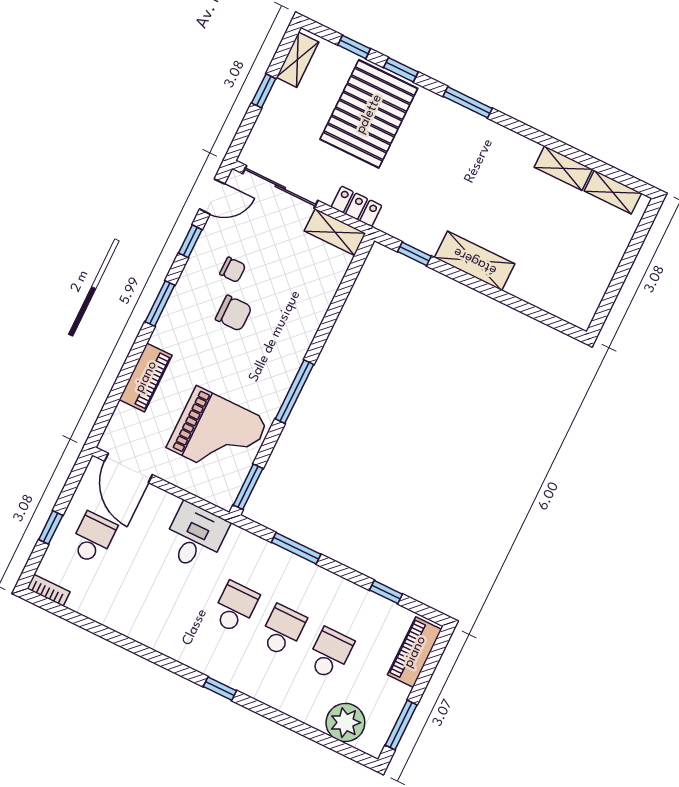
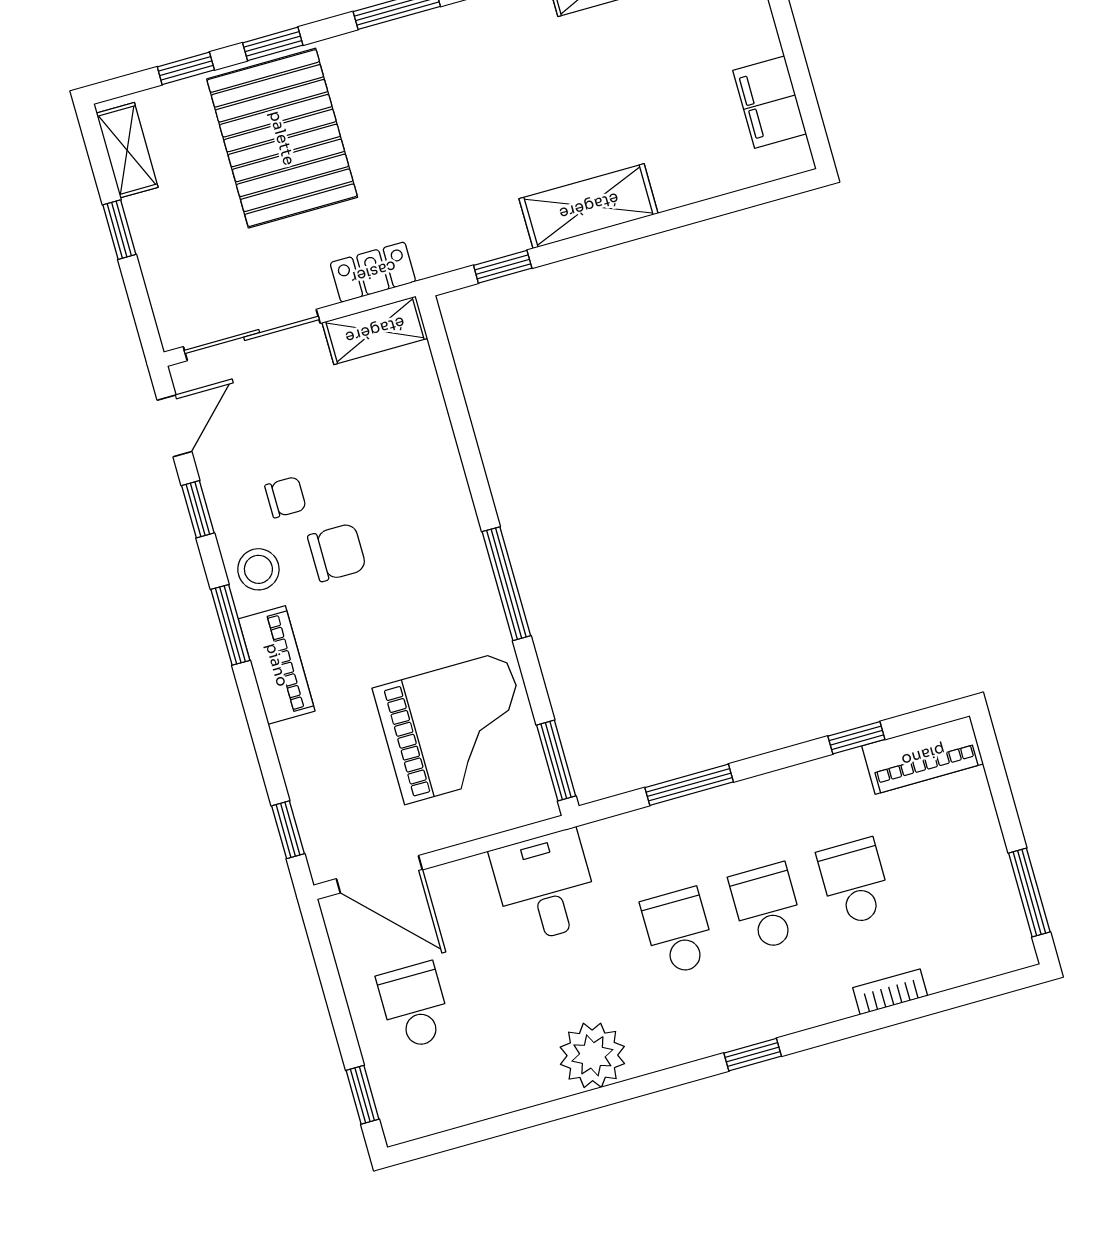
filing cabinet: (592, 285) -> (770, 102), added
stool: (193, 290) -> (258, 569), added
piano: (146, 377) -> (277, 665), moved
window: (106, 414) -> (288, 830), added
window: (51, 527) -> (362, 1095), moved
bookcase: (49, 590) -> (890, 992), moved
piano: (415, 652) -> (923, 755), moved, turned -90
plant: (345, 723) -> (592, 1055), moved

